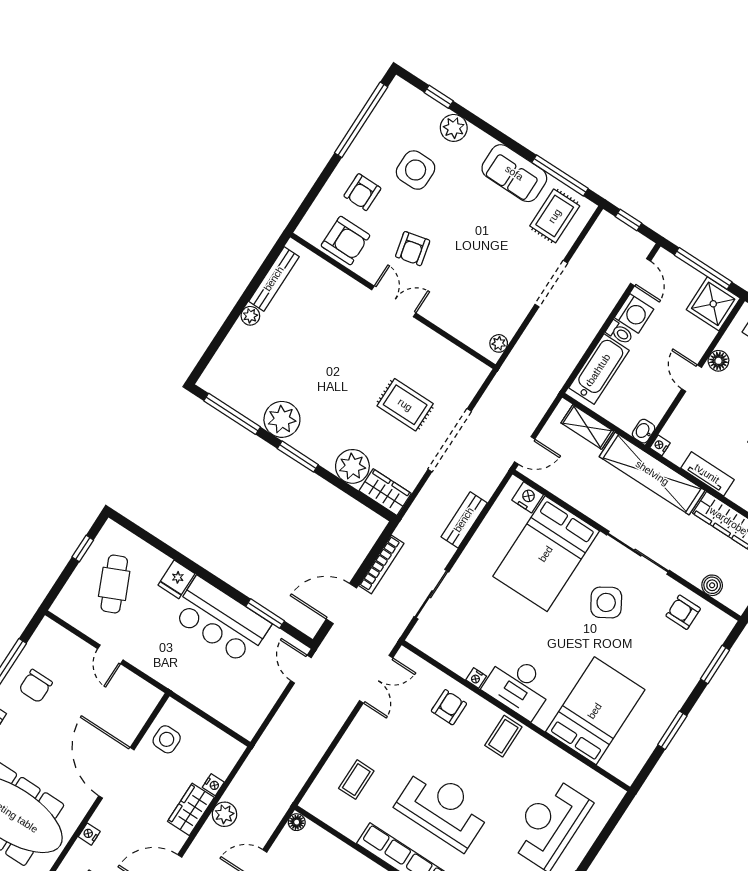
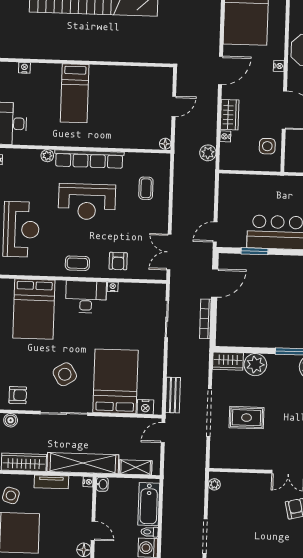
bench: (464, 520) -> (173, 395), moved
door: (301, 669) -> (215, 232), swing flipped
coffee table: (503, 736) -> (77, 263), turned 90
plant: (225, 814) -> (208, 153), moved

